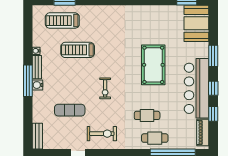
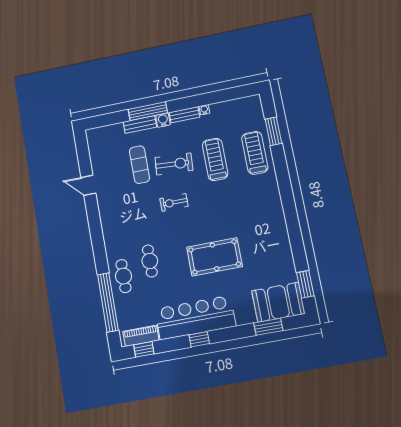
treadmill: (62, 21) -> (255, 153), moved
window: (213, 56) -> (268, 327), moved
window: (28, 81) -> (148, 111), moved
window: (213, 114) -> (144, 349), moved
exercise bike: (102, 134) -> (174, 164), moved, turned -86
bench: (37, 136) -> (140, 125), moved

